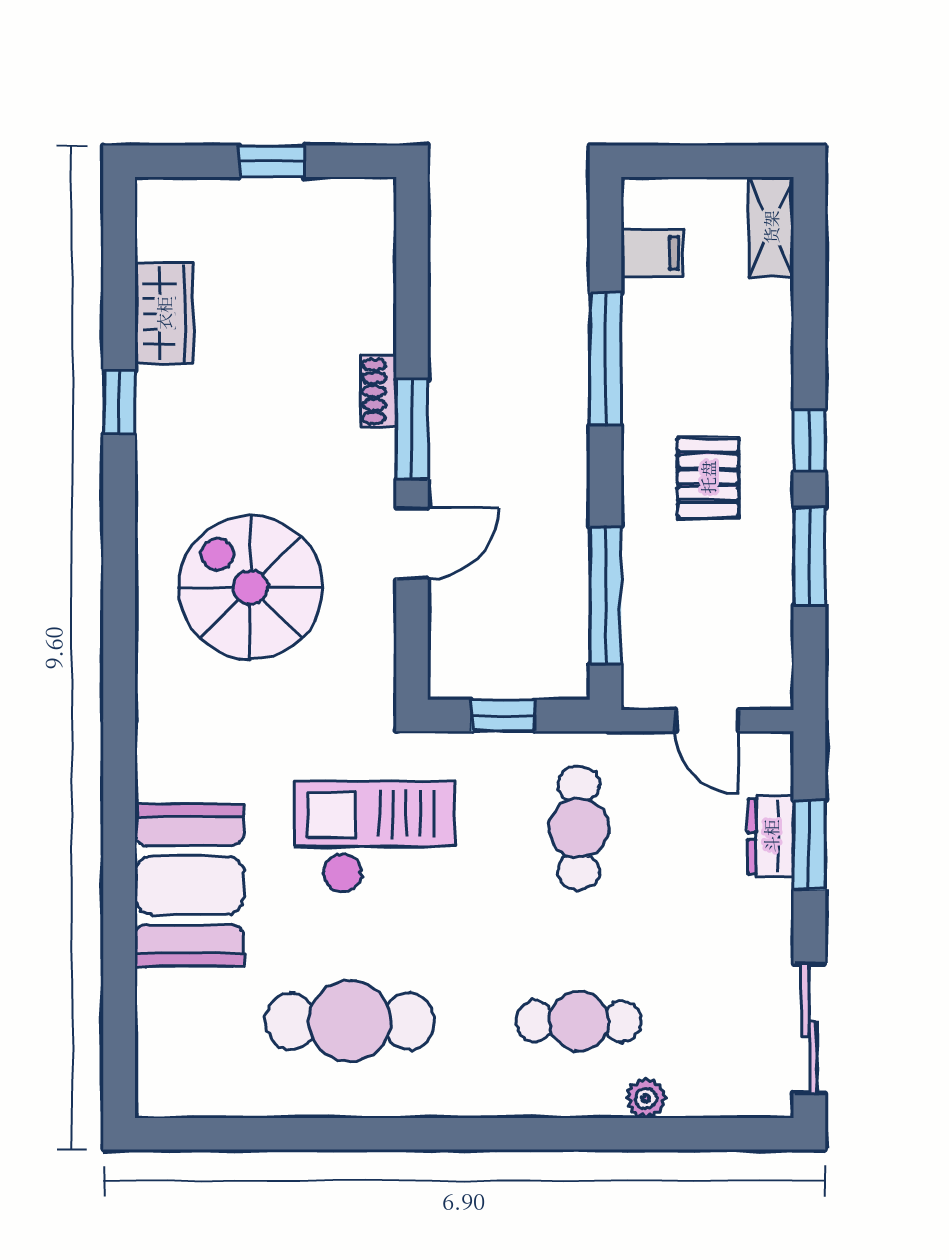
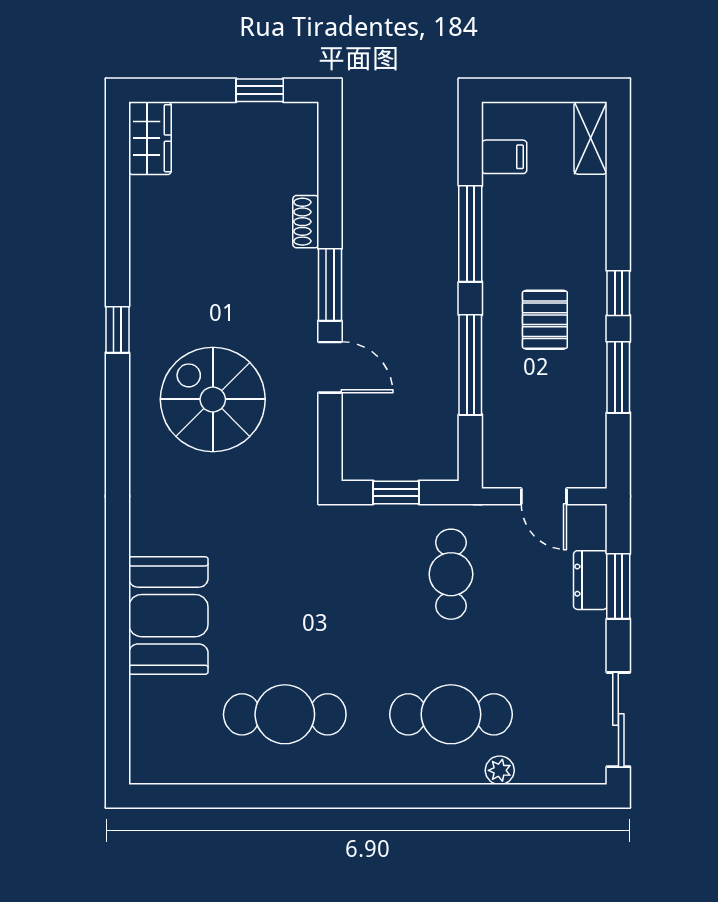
window: (272, 161) -> (260, 90), moved
wardrobe: (164, 313) -> (150, 138), moved
shoe rack: (379, 391) -> (306, 222), moved
window: (119, 402) -> (117, 330), moved
door: (412, 543) -> (330, 367), hinge flipped
window: (605, 595) -> (470, 365), moved
checkout: (375, 837) -> (303, 581), removed
cafe table: (579, 1021) -> (451, 714), width x1.37, depth x1.35

